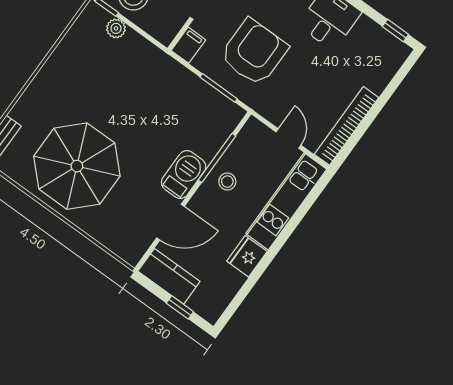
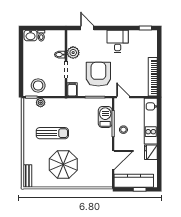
sun lounger: (98, 97) -> (52, 133), added
door: (288, 139) -> (123, 97), moved
parasol: (77, 166) -> (63, 164), width x0.73, depth x0.73
barbecue: (184, 174) -> (105, 117), moved
kitchen counter: (169, 276) -> (134, 181), width x1.50

